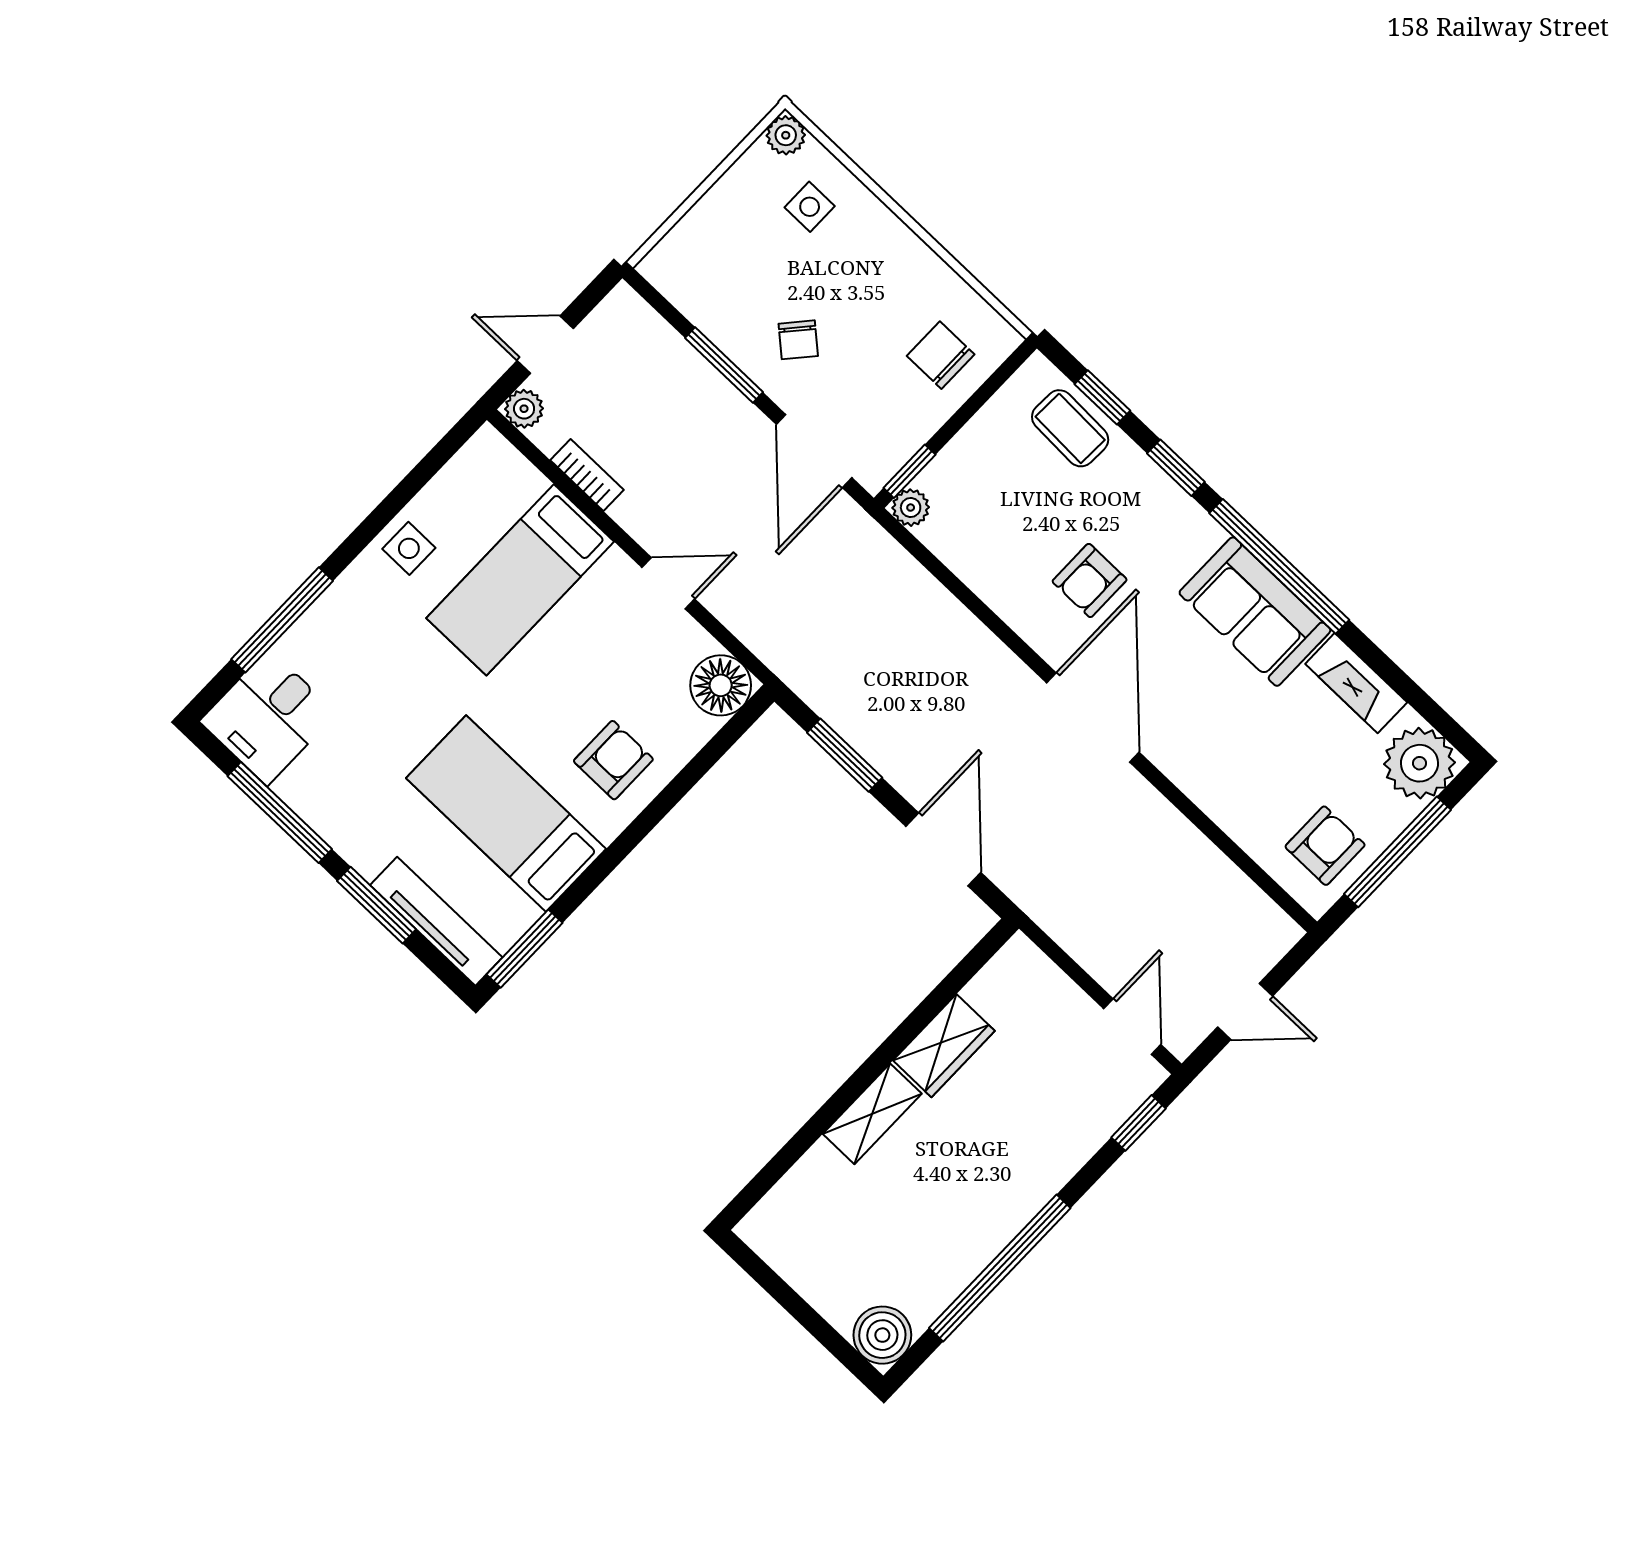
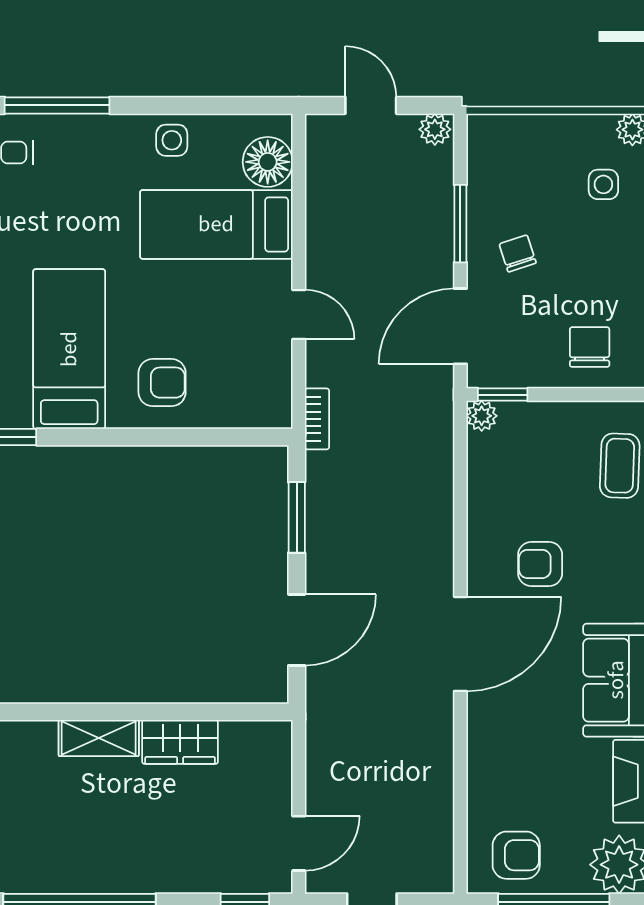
chair: (798, 340) -> (518, 254), turned 121
plant: (524, 409) -> (435, 129), moved
bookcase: (587, 475) -> (317, 419), moved
floor lamp: (721, 685) -> (268, 162), moved

